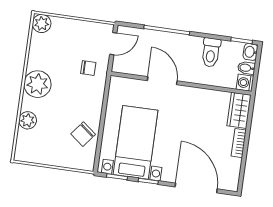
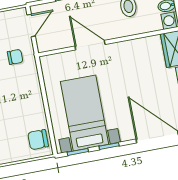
chair: (83, 134) -> (38, 140), moved, turned 52

